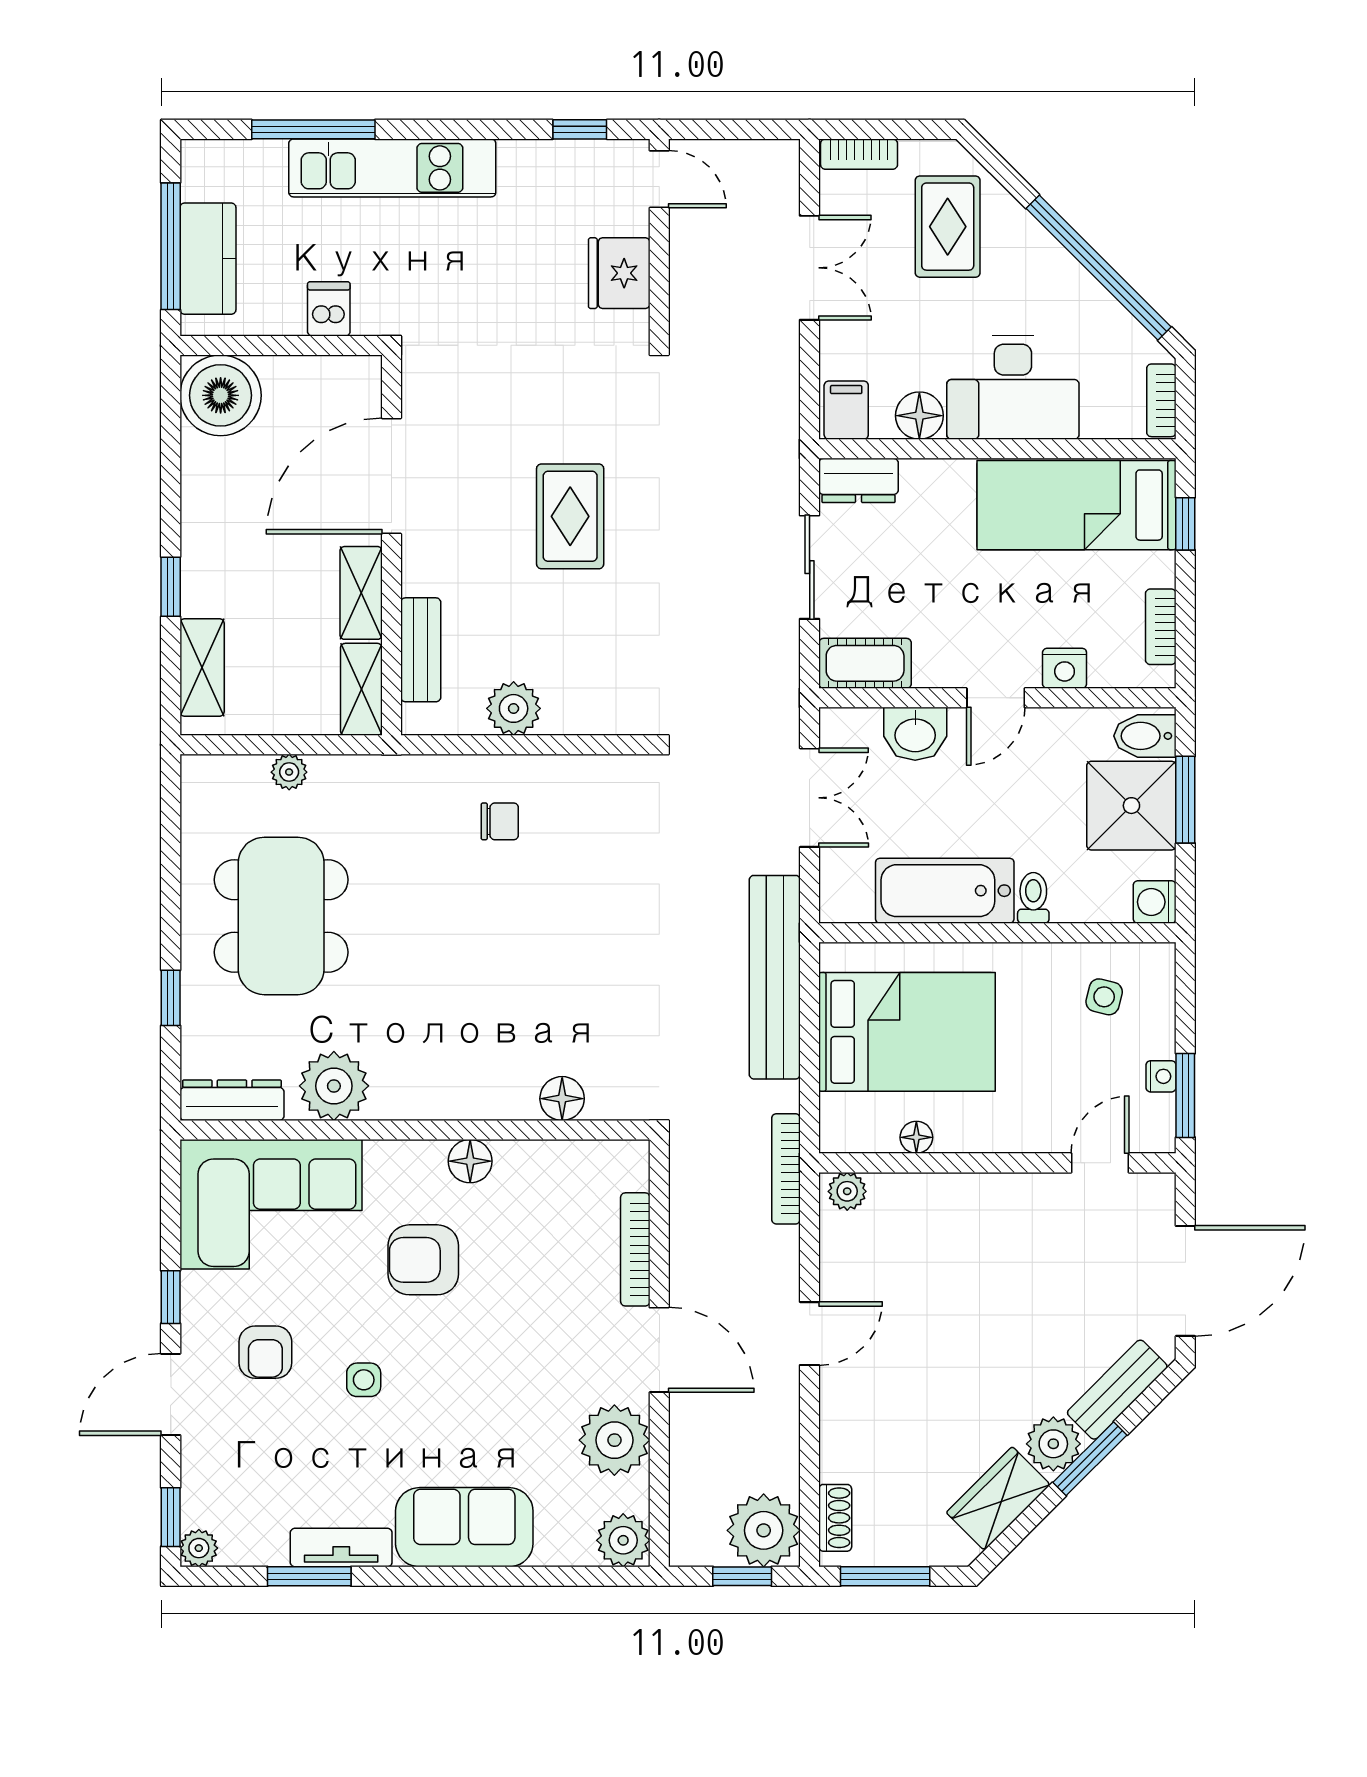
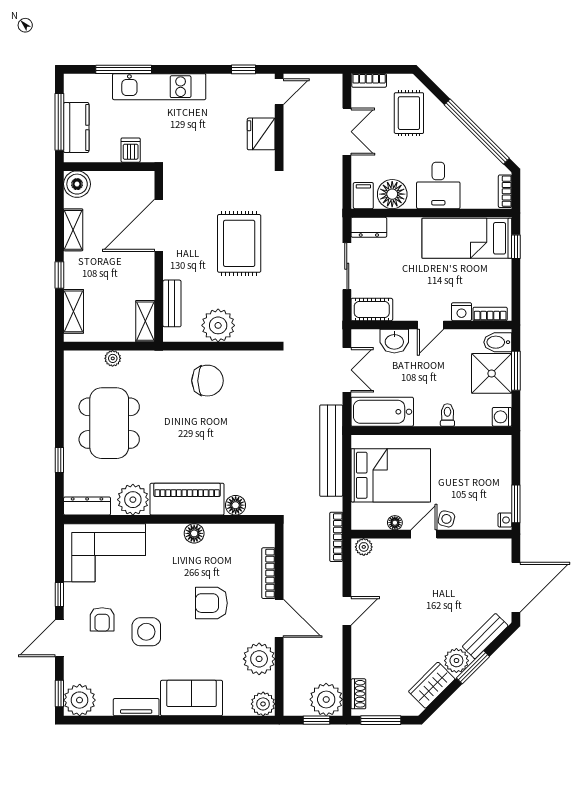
door: (659, 179) -> (279, 92), hinge flipped
desk: (1013, 388) -> (438, 185), width x0.73
boiler: (221, 395) -> (77, 184), width x0.73, depth x0.73
floor lamp: (919, 416) -> (392, 194), width x1.38, depth x1.38
rug: (570, 516) -> (239, 243), width x1.36, depth x1.43
shelving: (361, 593) -> (73, 230), moved
bookcase: (1161, 627) -> (490, 314), moved, turned 90
plant: (514, 708) -> (218, 325), width x1.36, depth x1.36
chair: (500, 821) -> (207, 381), width x1.87, depth x1.87
bathtub: (945, 891) -> (382, 412), moved
side table: (1104, 997) -> (446, 519), moved
nightstand: (1161, 1076) -> (505, 520), moved
piano: (454, 1085) -> (187, 499), added
door: (1100, 1163) -> (424, 534), moved
armchair: (423, 1260) -> (211, 603), moved
side table: (364, 1380) -> (146, 632), width x1.87, depth x1.87
plant: (199, 1548) -> (80, 700), width x1.88, depth x1.88
window: (309, 1576) -> (122, 720), removed

